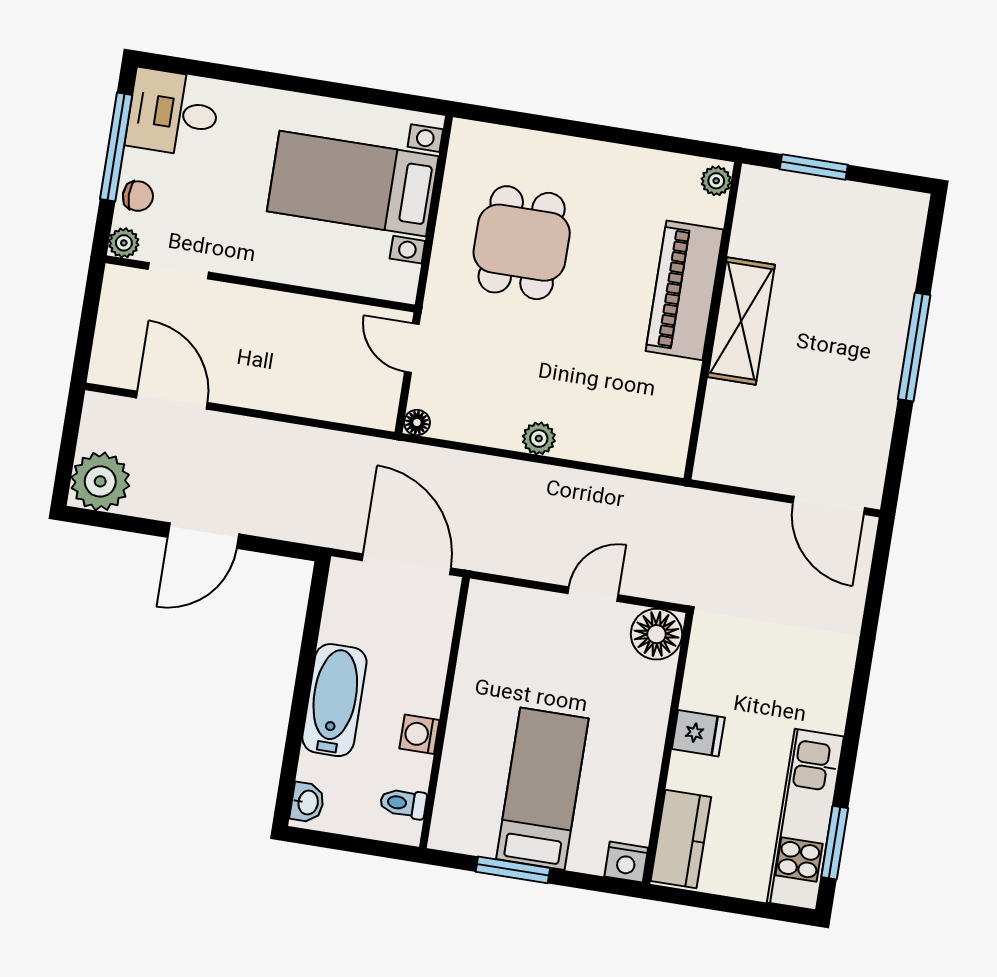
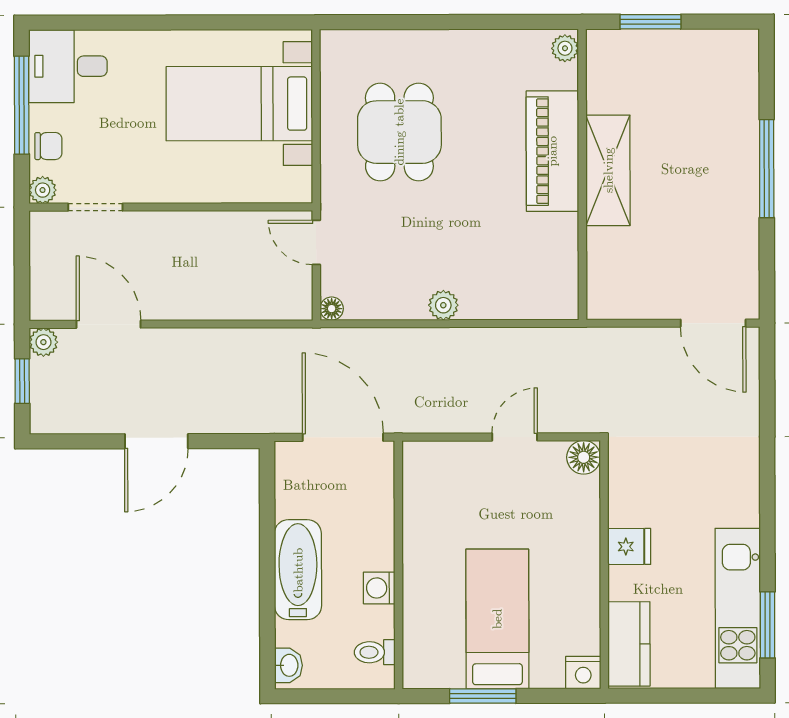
window: (68, 447) -> (22, 381), added
plant: (100, 481) -> (43, 342), moved, width x0.53, depth x0.53
floor lamp: (656, 634) -> (584, 457), width x0.73, depth x0.73

